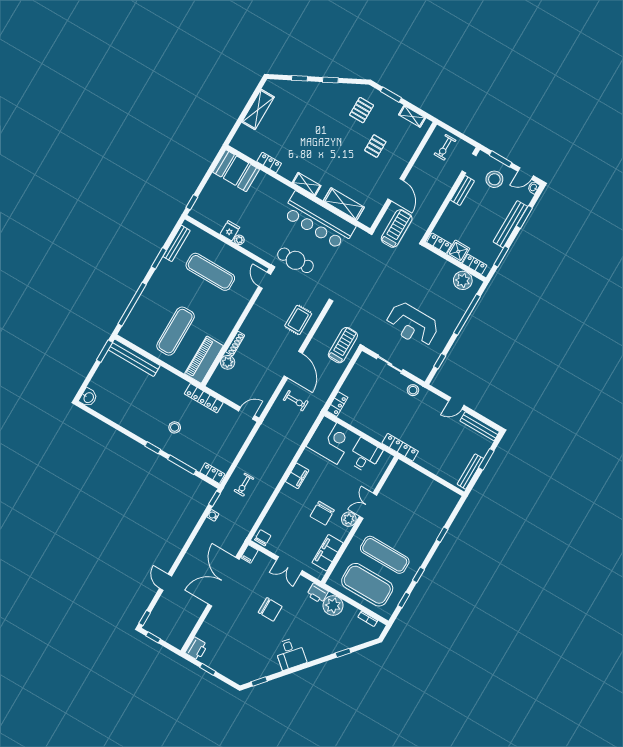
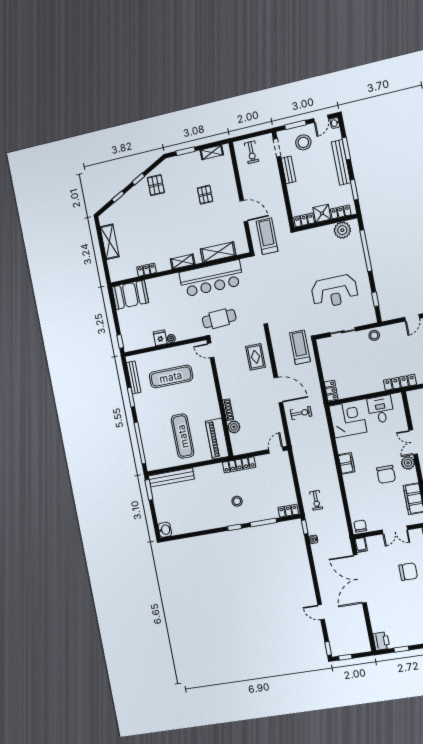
pallet: (362, 110) -> (156, 185), moved

